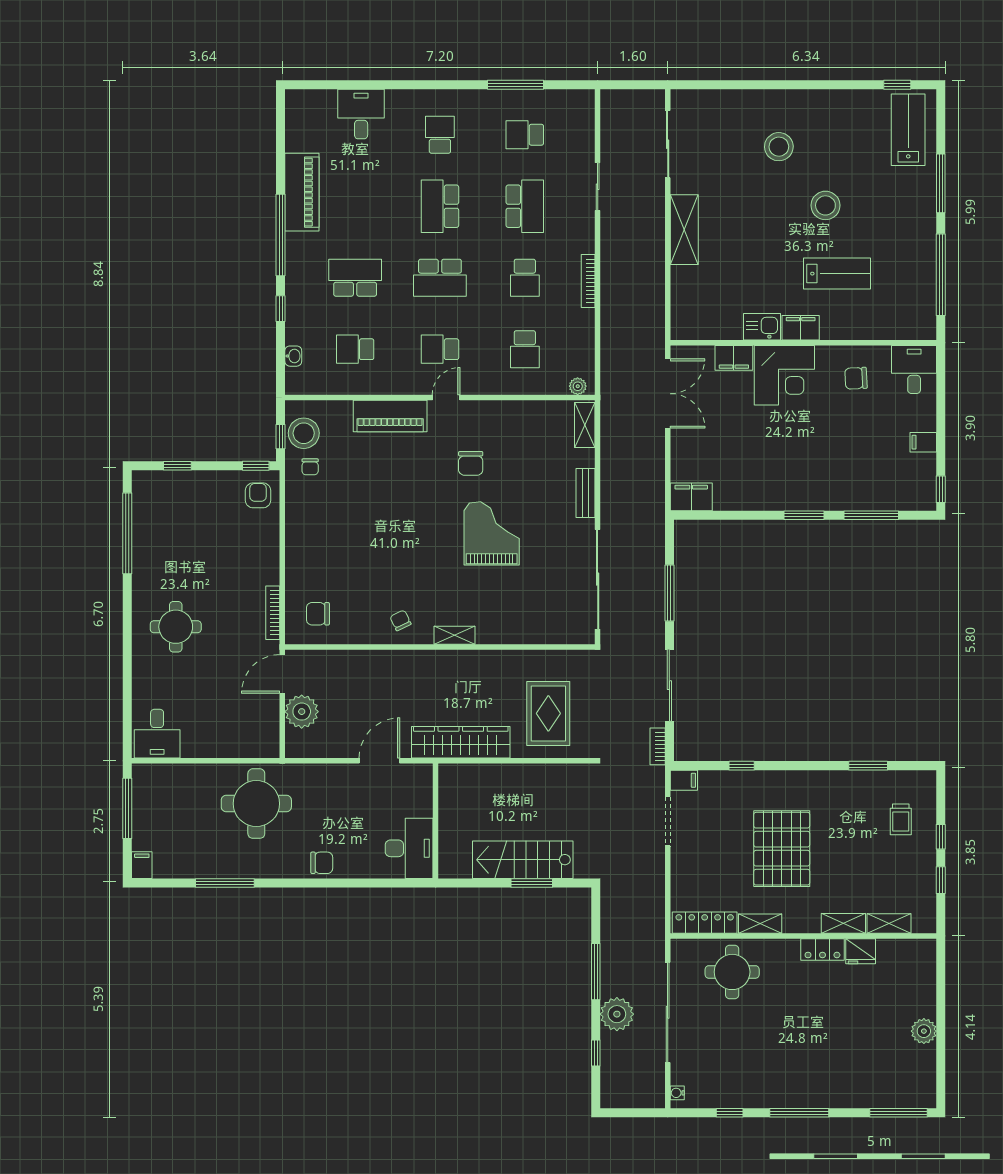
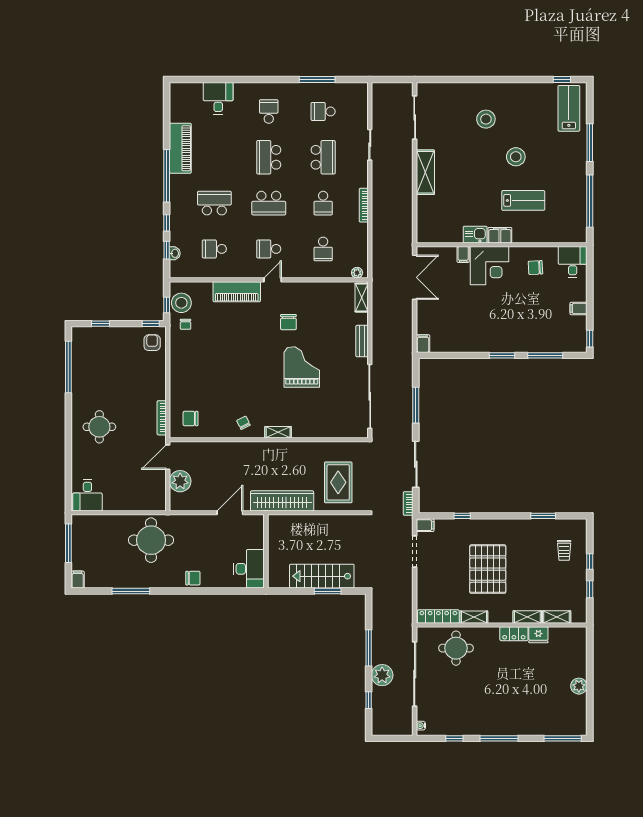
window: (281, 351) -> (167, 250), added
filing cabinet: (734, 358) -> (463, 254), width x0.50
filing cabinet: (691, 497) -> (423, 344), width x0.50

